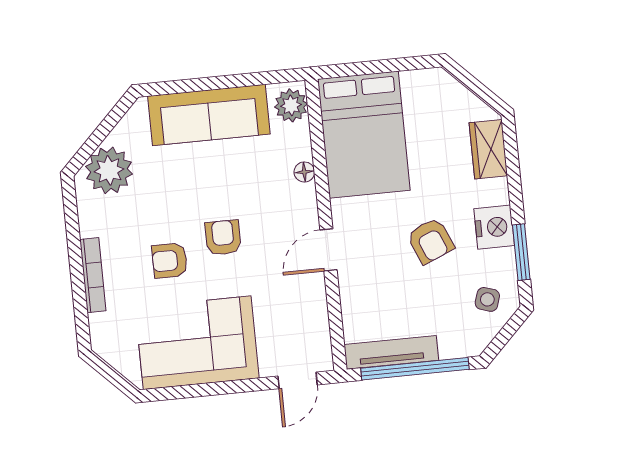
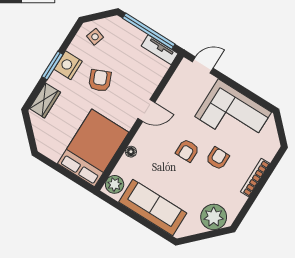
window: (521, 252) -> (52, 65), moved
armchair: (170, 261) -> (218, 158), turned -90
tv unit: (391, 352) -> (160, 50), width x0.71

